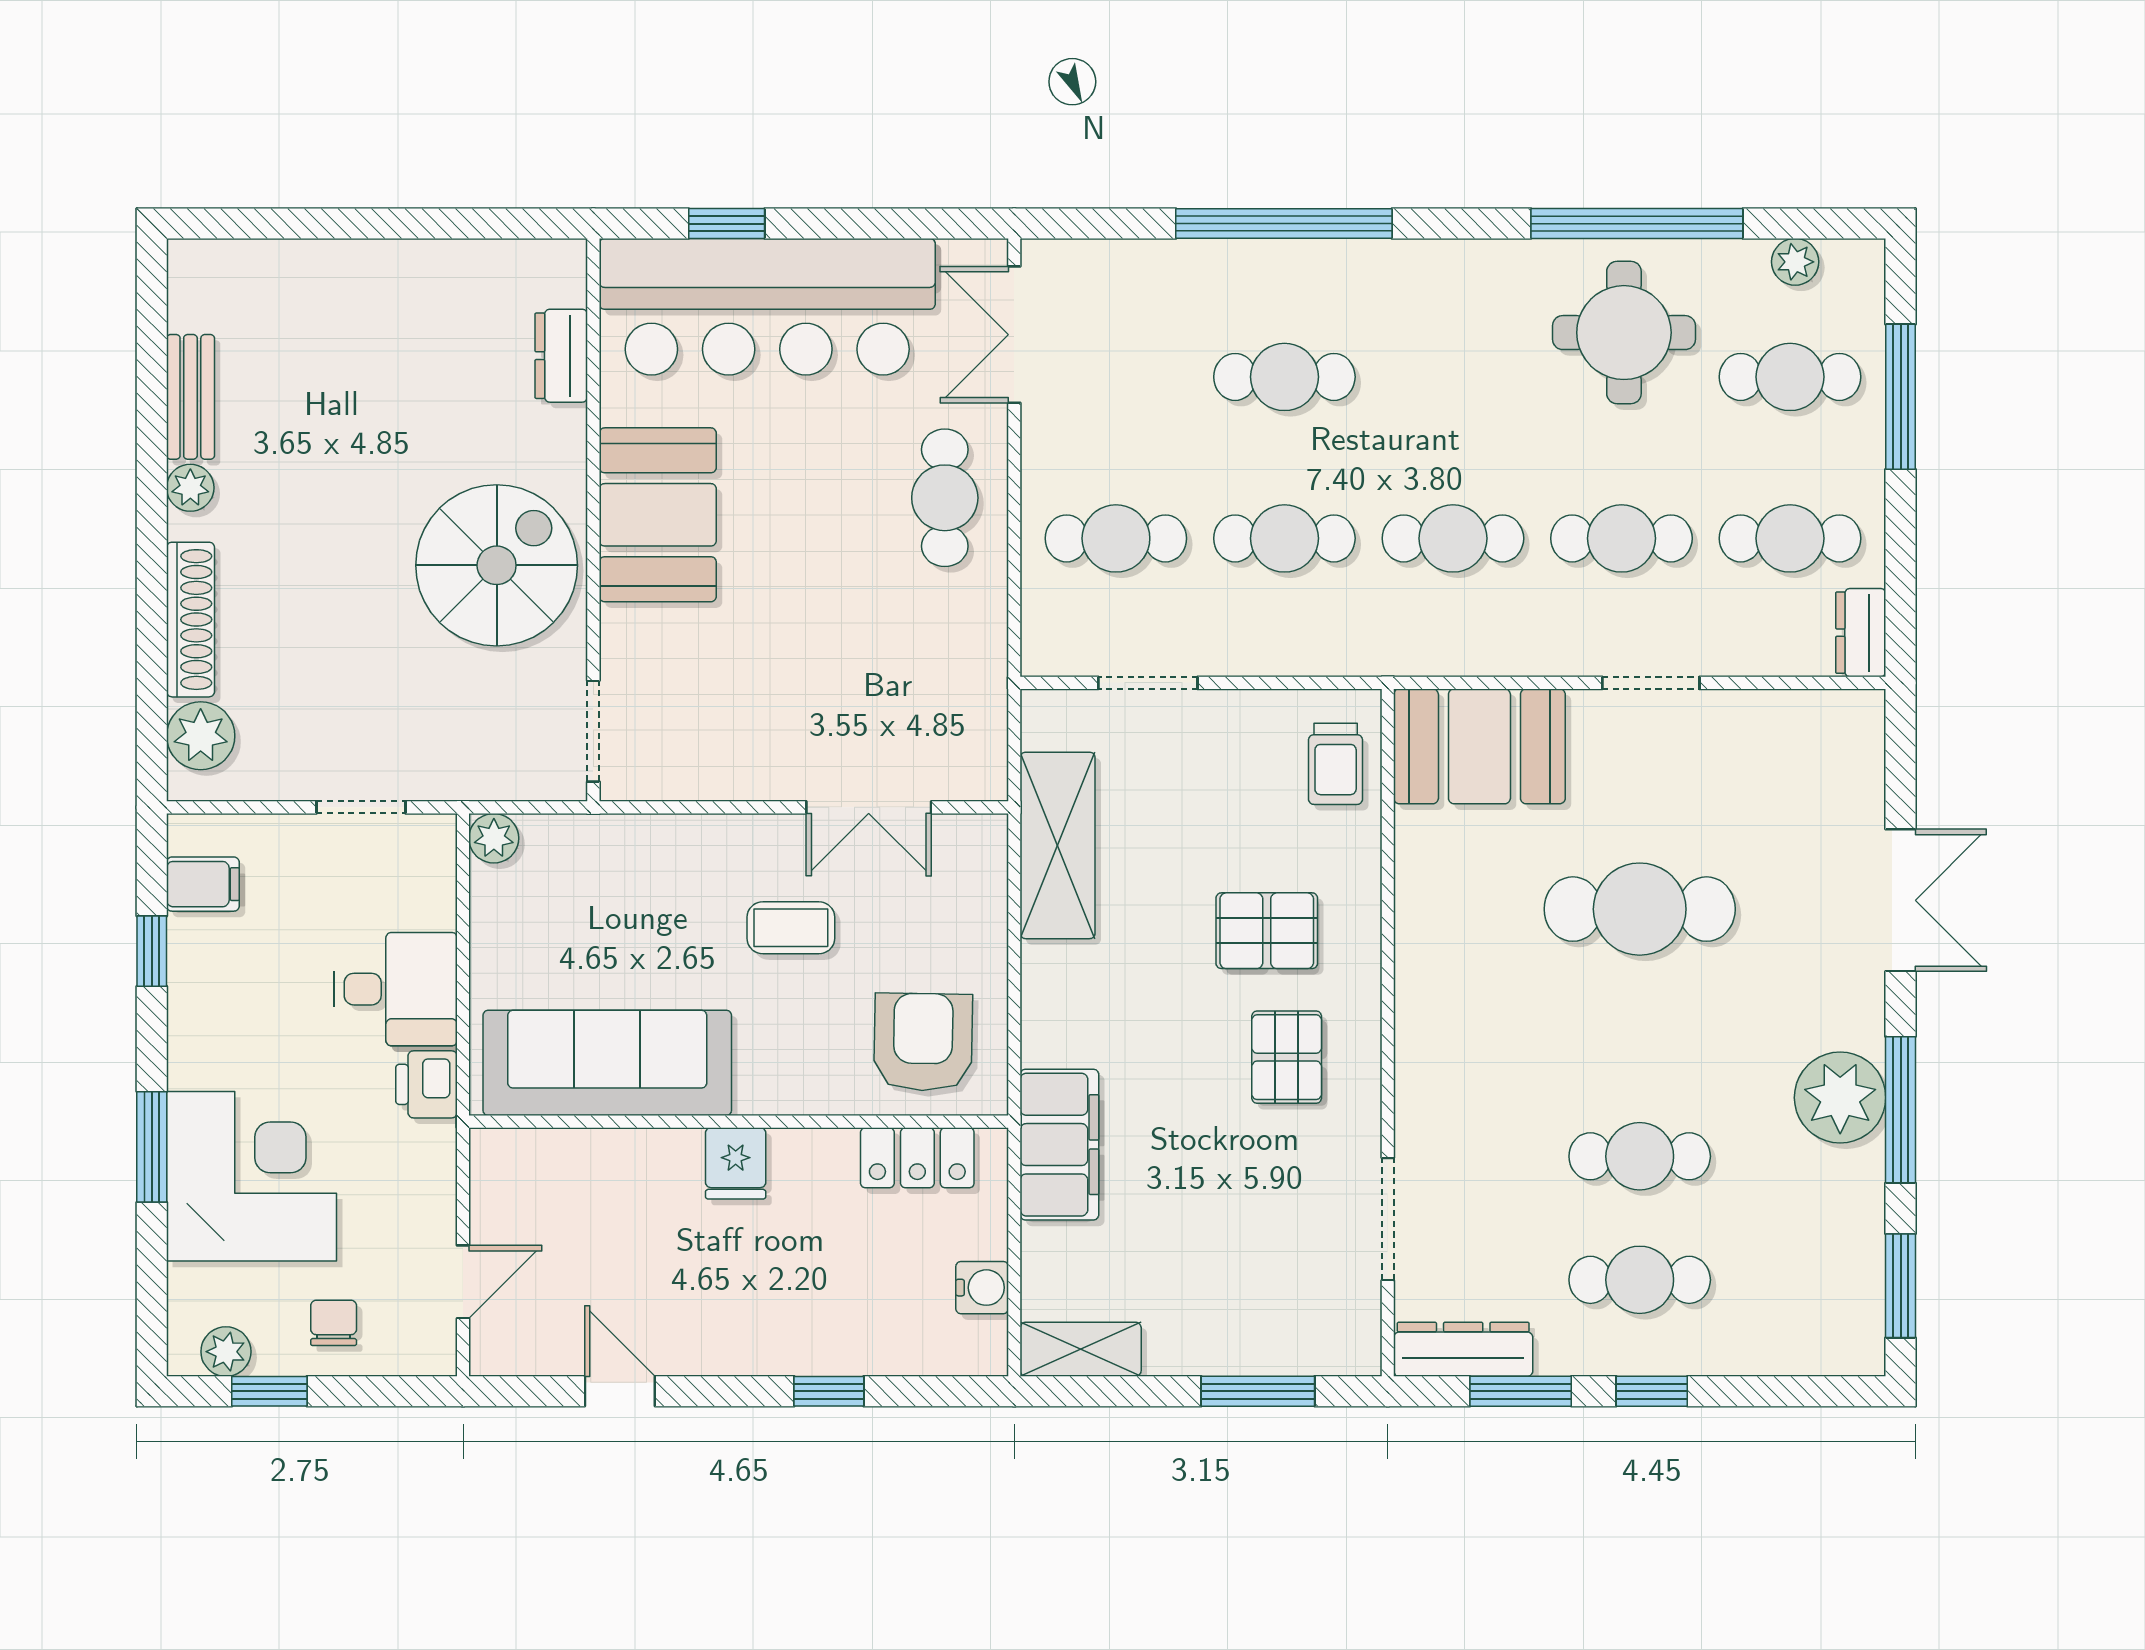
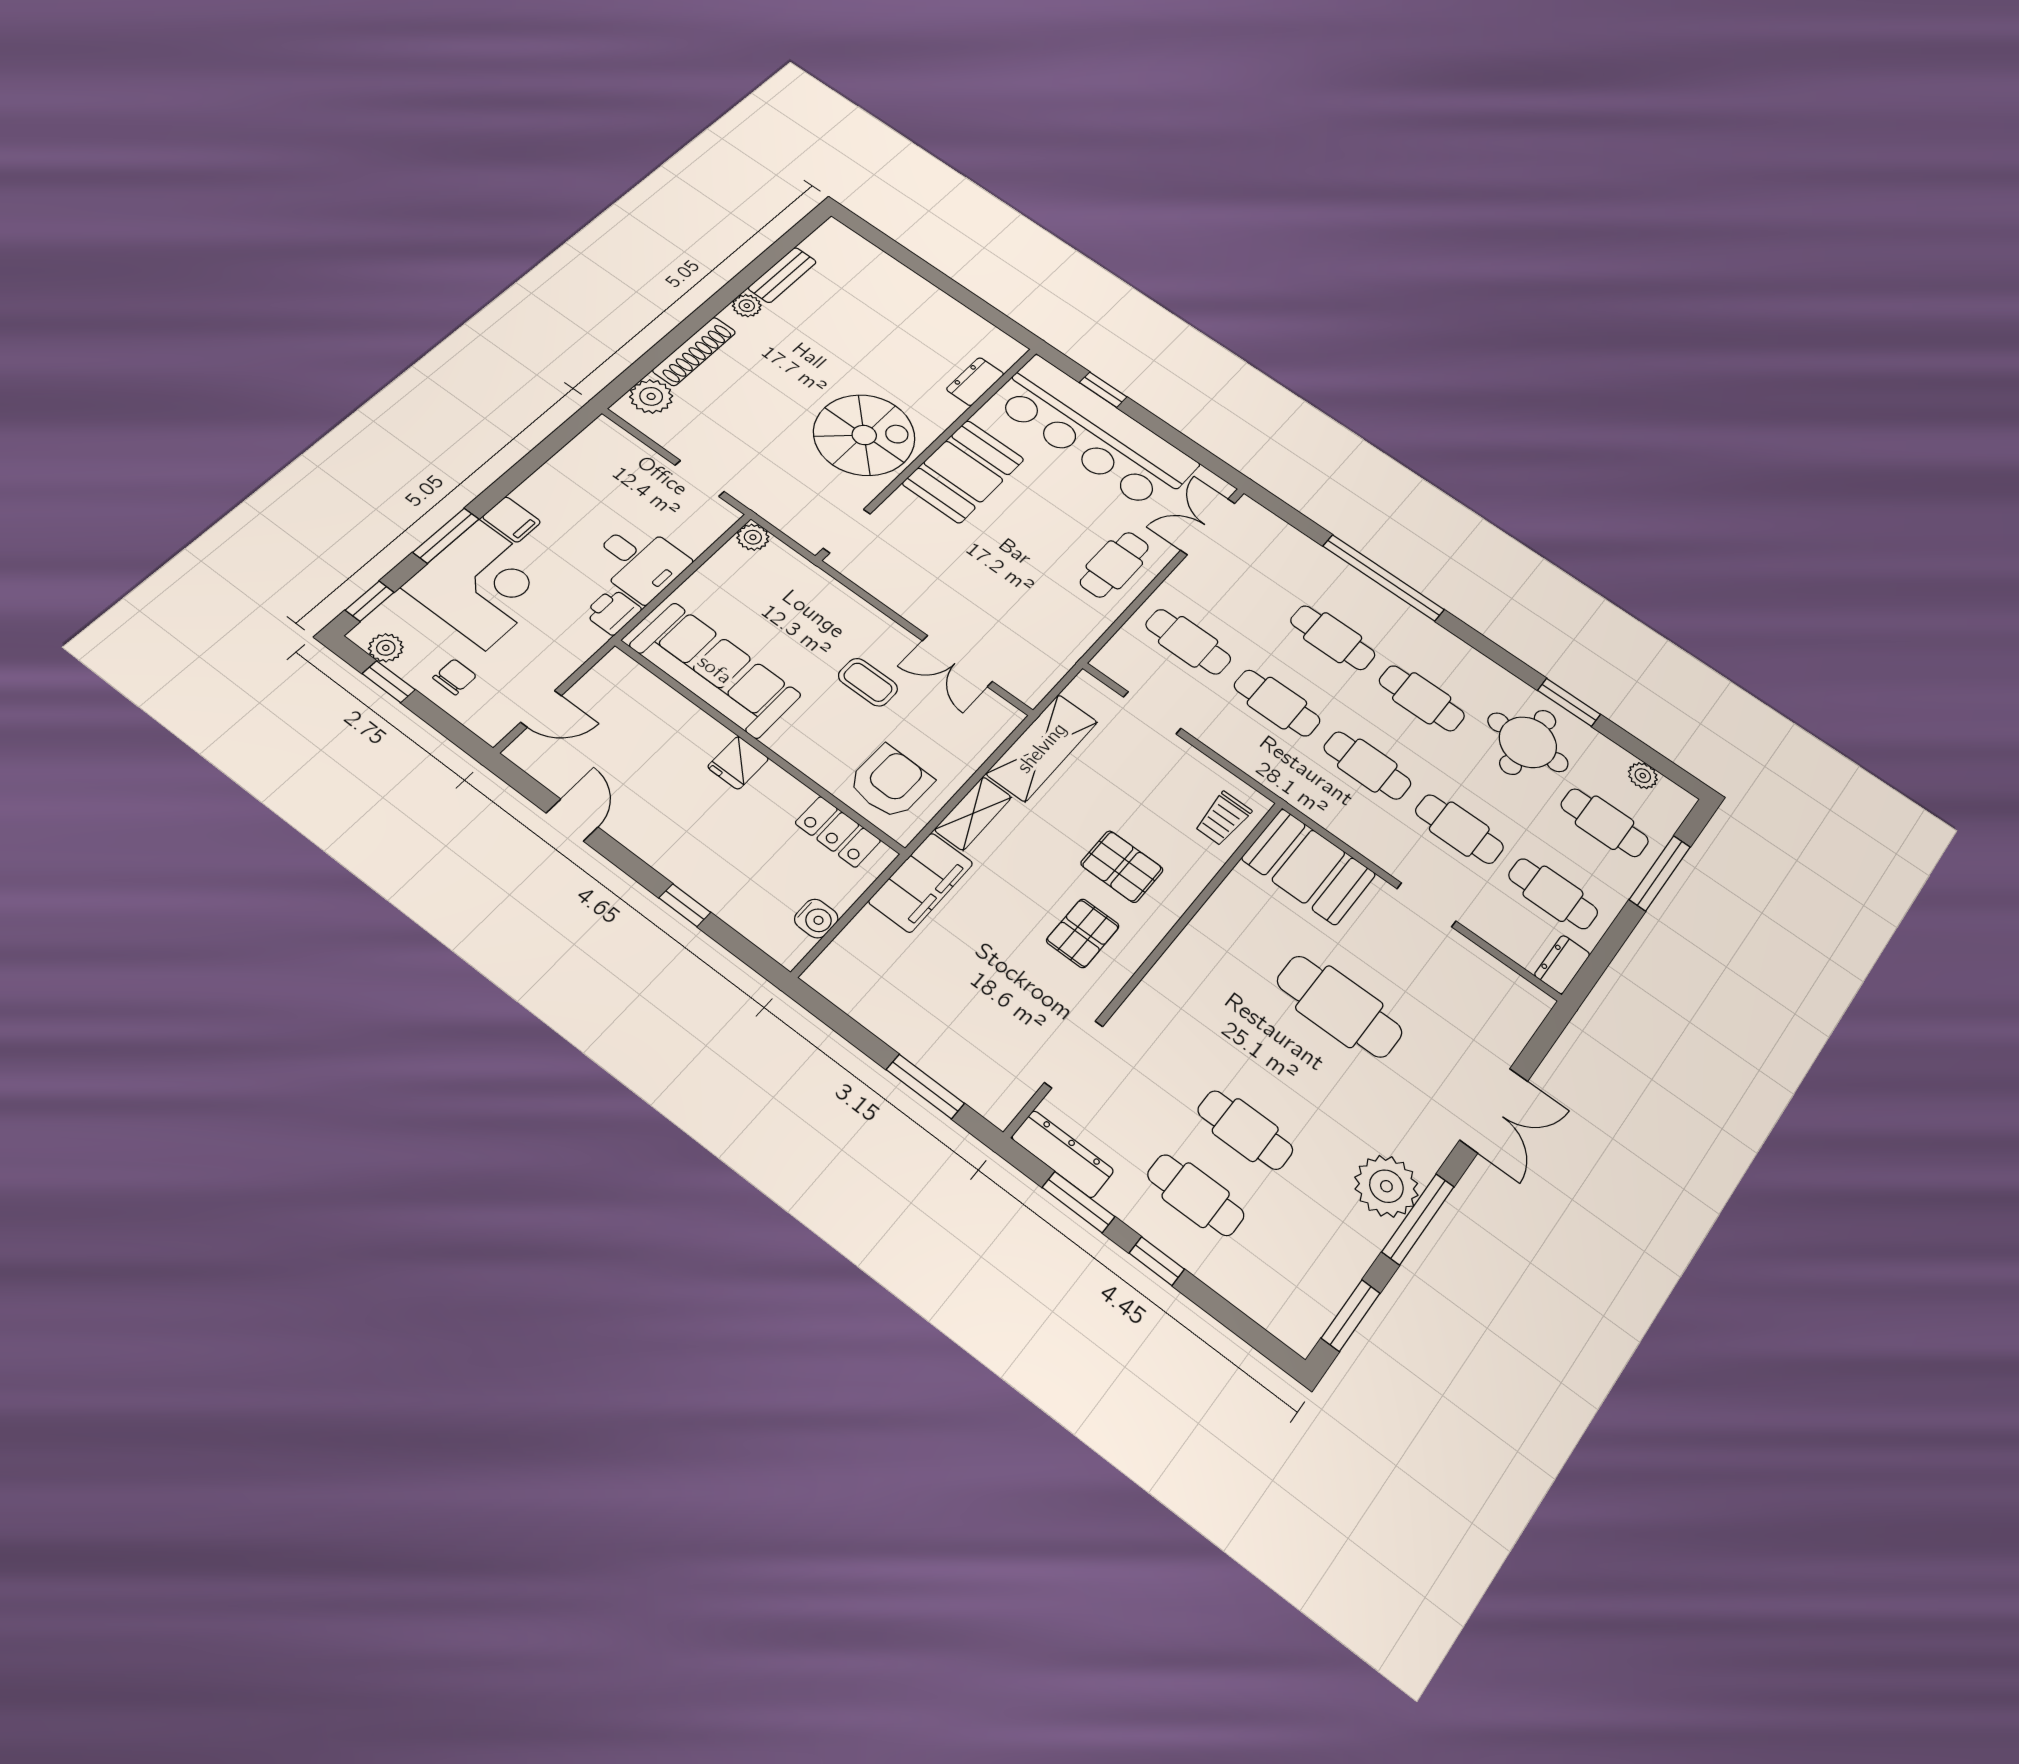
window: (1637, 224) -> (1569, 702), width x0.47
cafe table: (1453, 377) -> (1422, 698), added
filing cabinet: (203, 884) -> (511, 520), moved
window: (152, 951) -> (370, 601), moved
shelving: (1081, 1349) -> (973, 813), moved, turned 90

